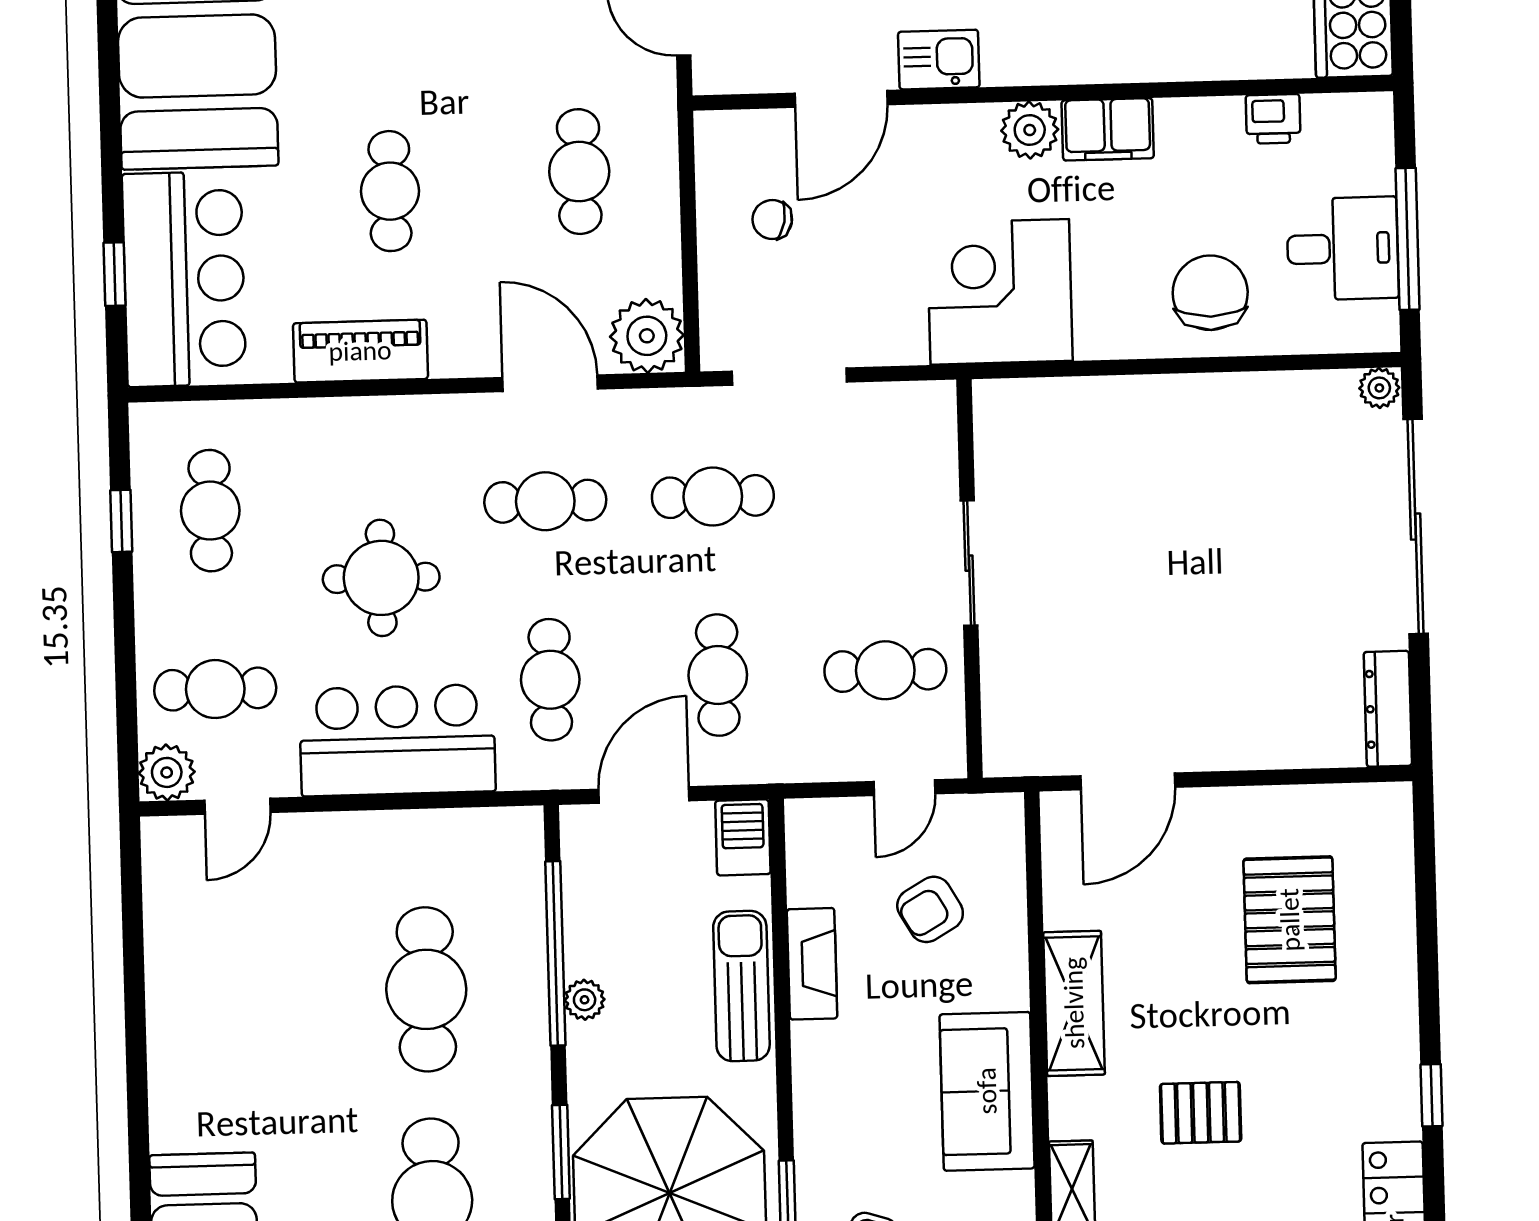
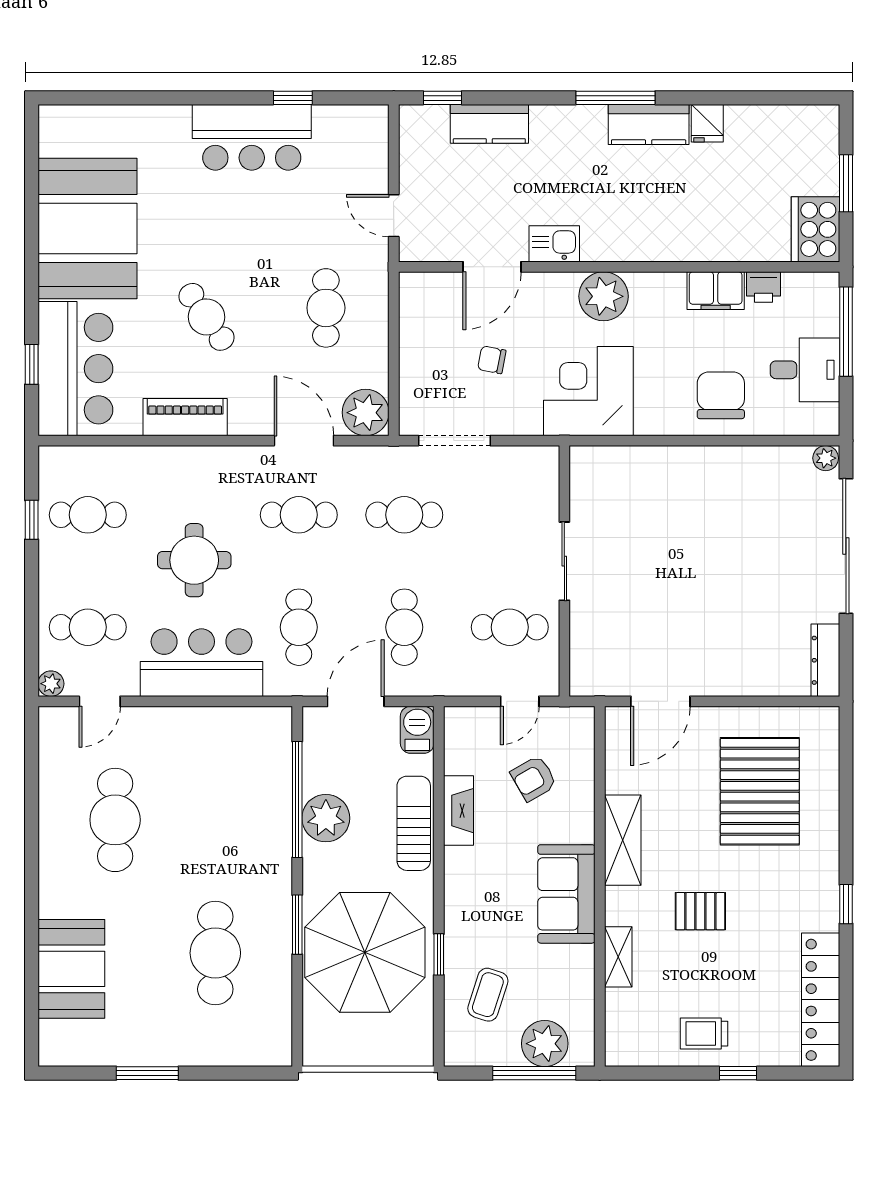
filing cabinet: (1108, 129) -> (716, 291), moved
plant: (1030, 130) -> (604, 296), width x1.36, depth x1.36
cafe table: (390, 191) -> (206, 317), turned -35
chair: (772, 220) -> (492, 360), moved
window: (1408, 239) -> (846, 332), moved
cafe table: (210, 511) -> (88, 515), turned 90
plant: (167, 772) -> (51, 684), width x0.73, depth x0.73
pallet: (1290, 920) -> (760, 791), width x1.37, depth x1.41
cafe table: (426, 989) -> (115, 820), moved
plant: (585, 1000) -> (326, 818), width x1.88, depth x1.88

